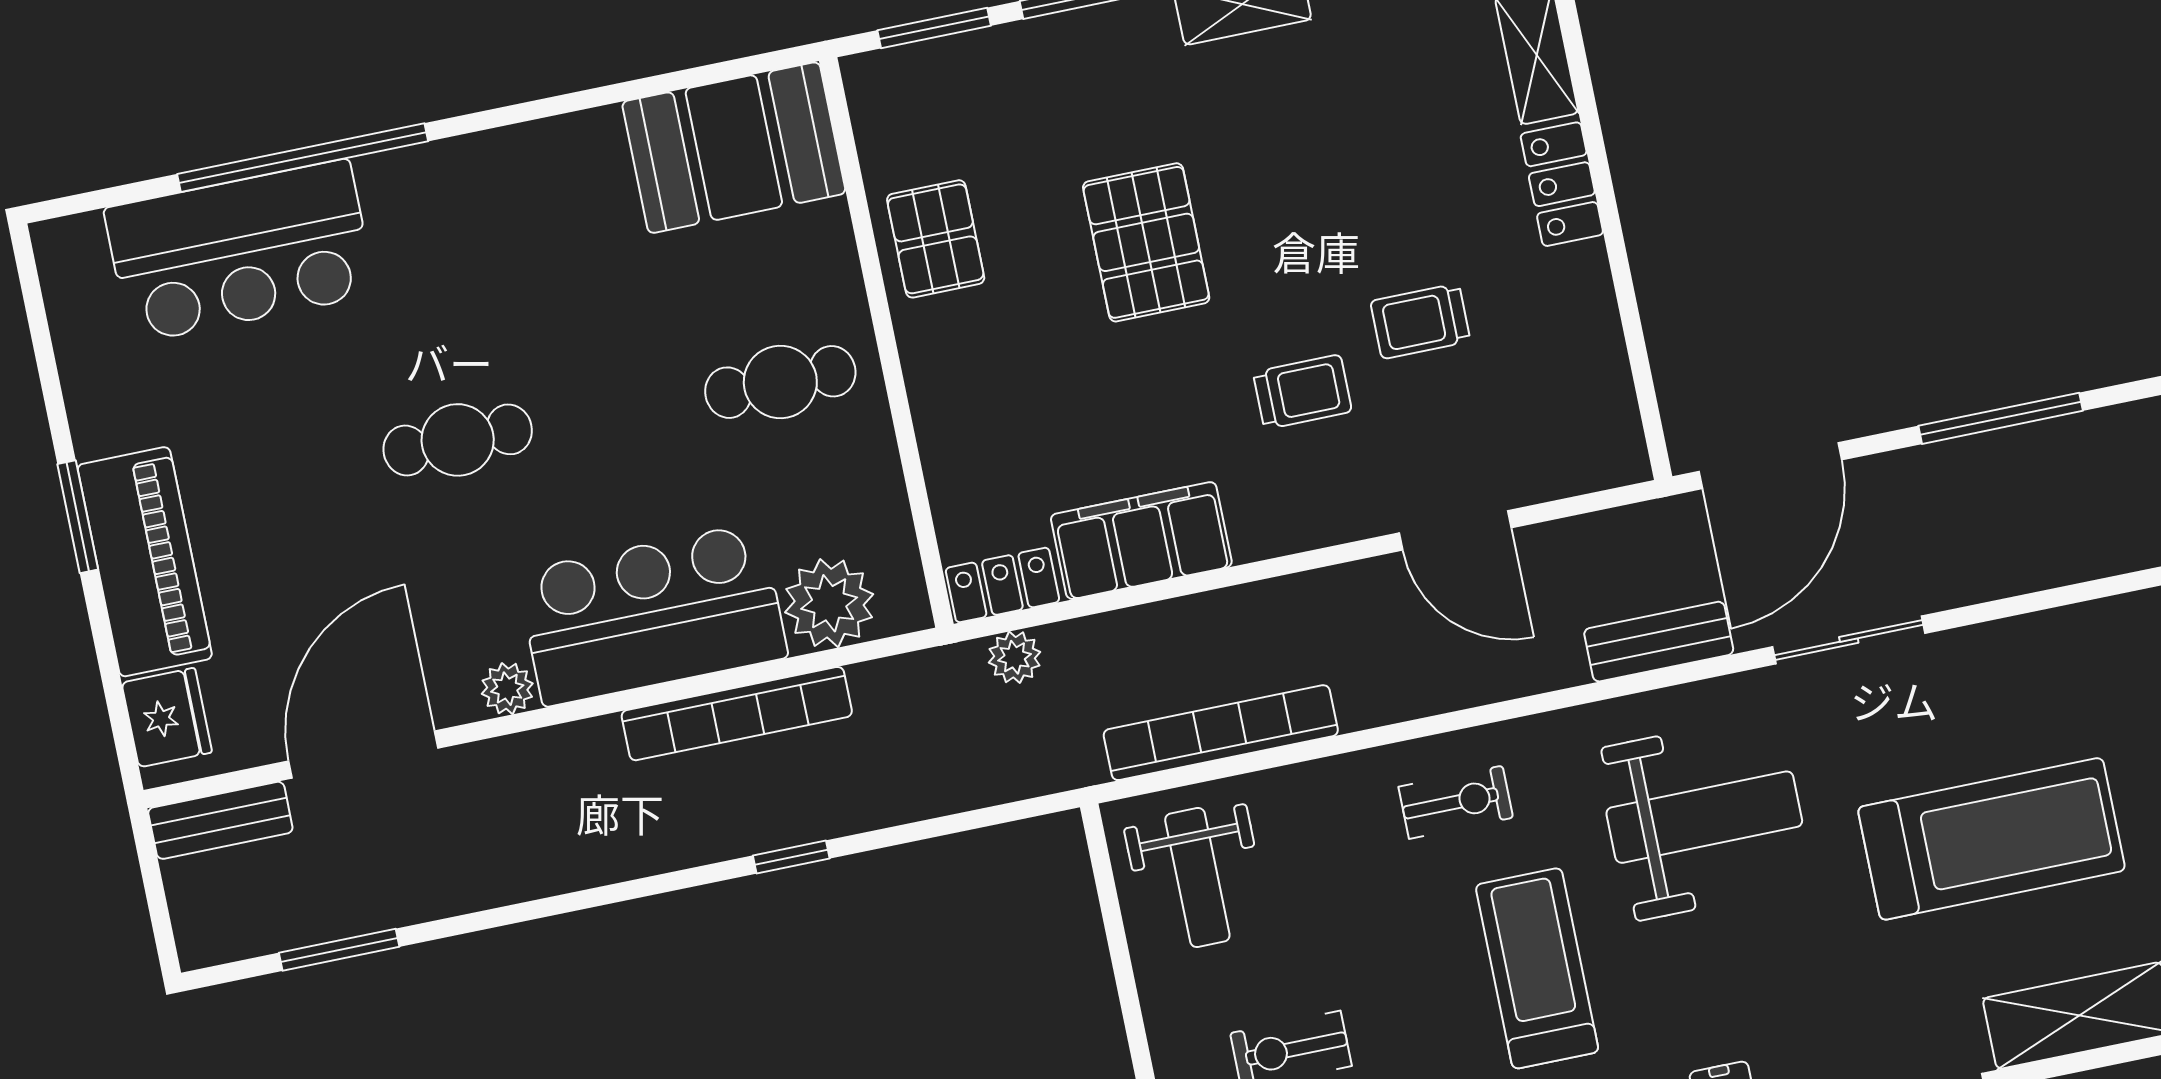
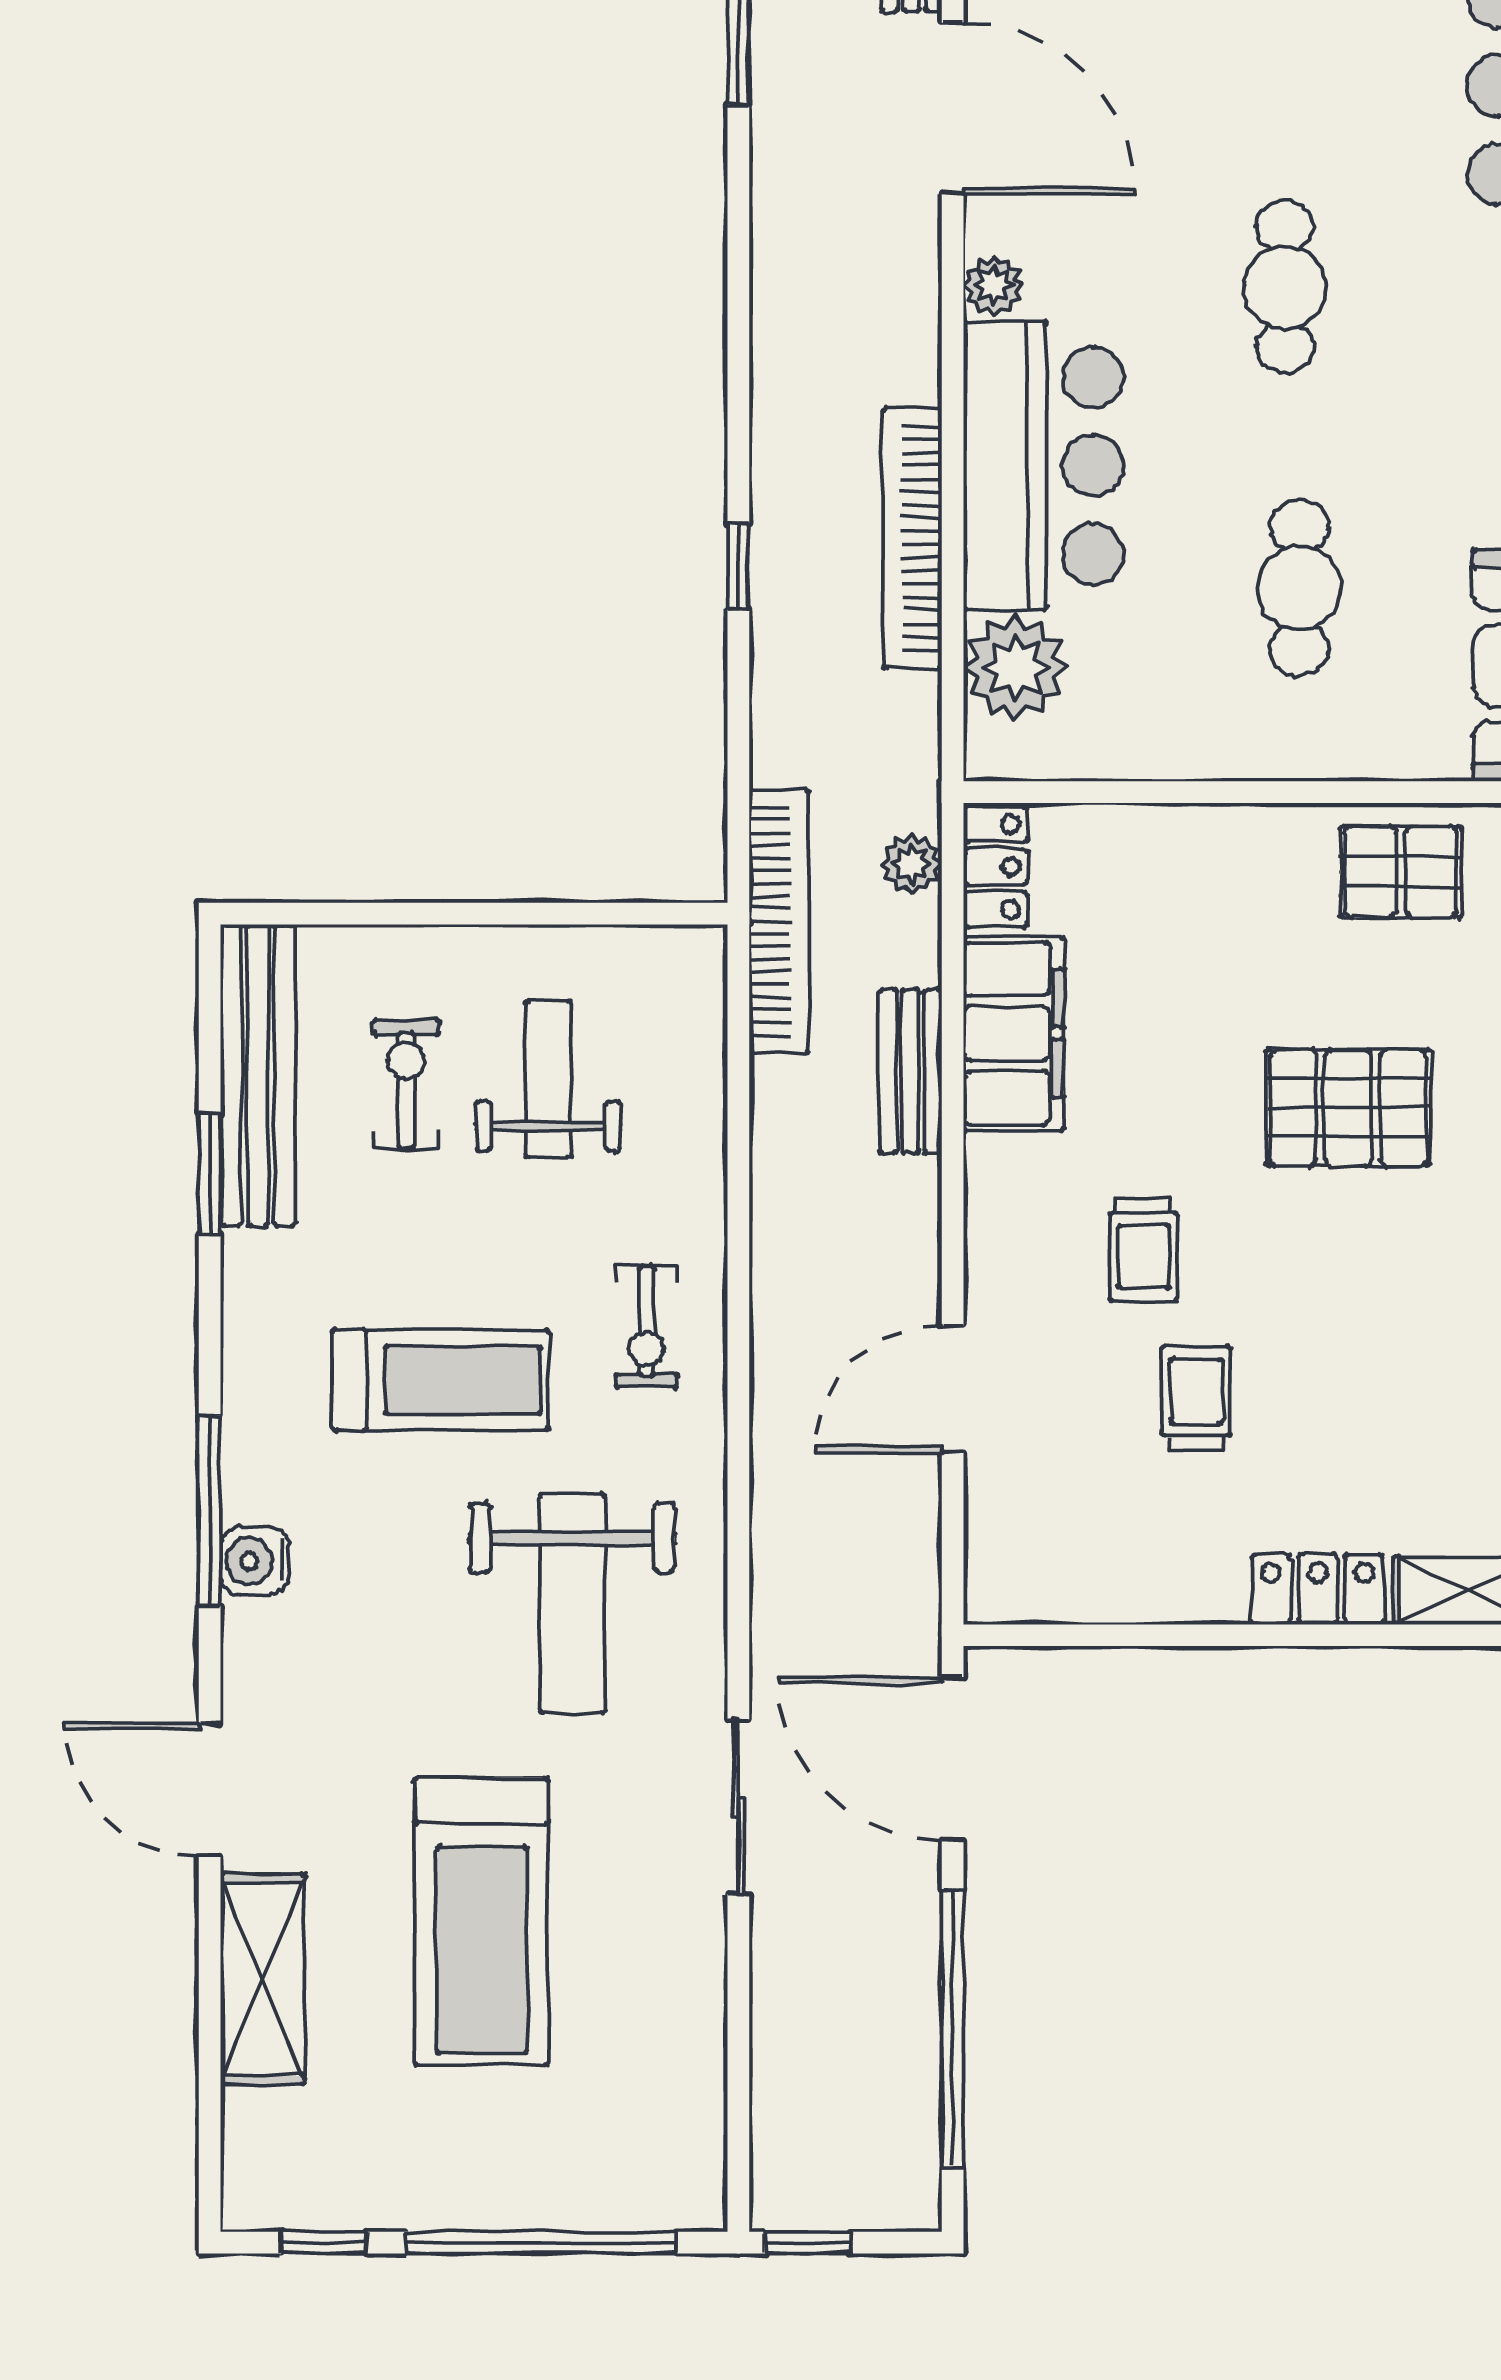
cafe table: (780, 382) -> (1299, 588), moved
window: (2001, 418) -> (953, 2029), width x1.46
bench: (1659, 642) -> (911, 1071), moved
bookcase: (1221, 733) -> (779, 921), moved
weight bench: (1197, 878) -> (548, 1079), moved, turned 90

